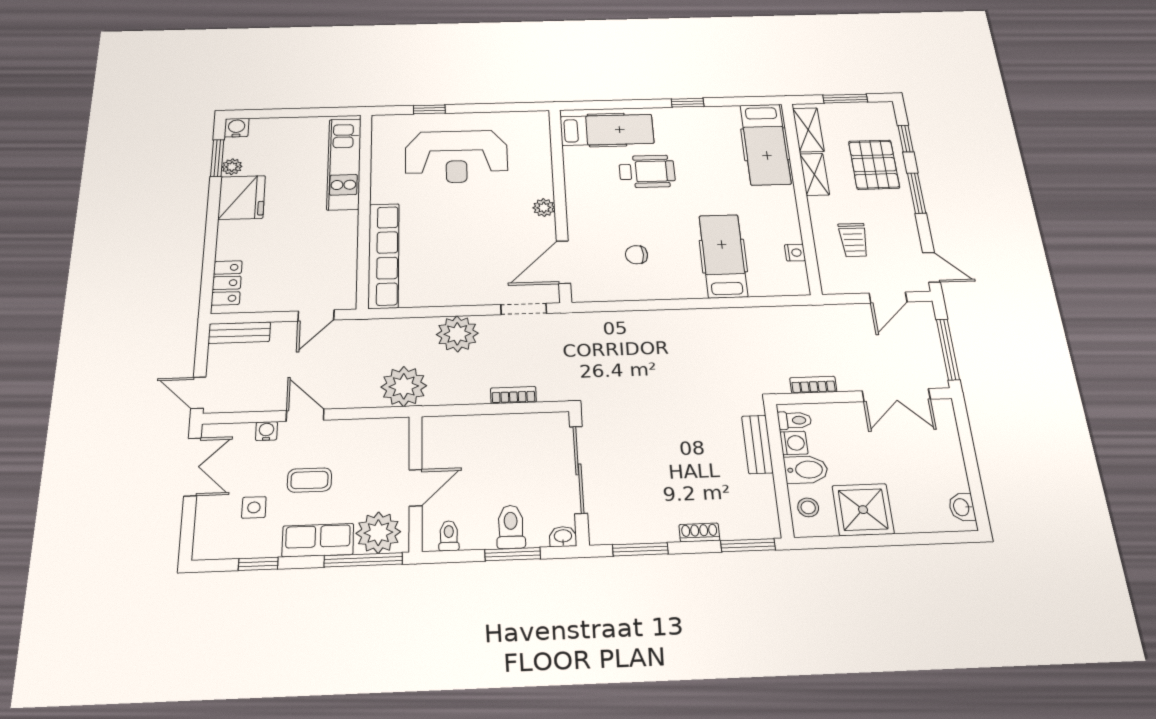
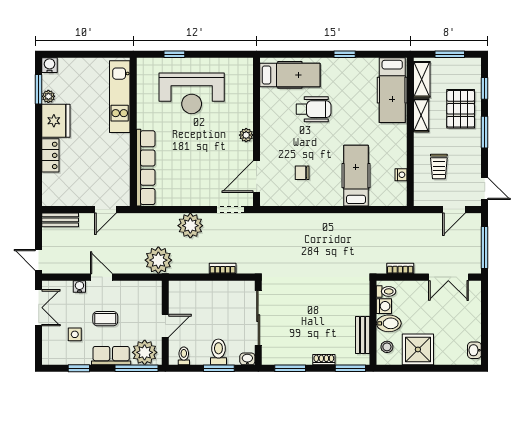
locker: (227, 283) -> (50, 155), moved
bench: (757, 444) -> (363, 335), moved

